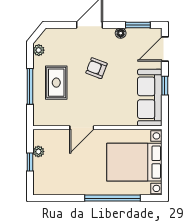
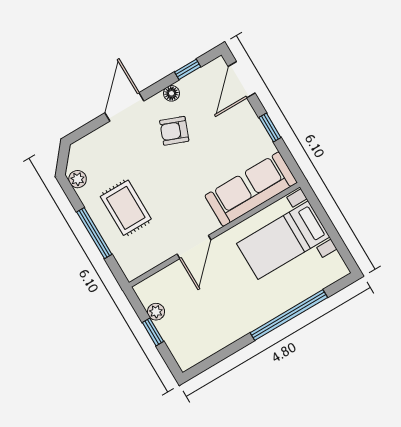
window: (138, 25) -> (188, 69), width x0.67
armchair: (96, 68) -> (174, 131), moved
sofa: (150, 98) -> (251, 189), moved, turned 90
bed with nightstands: (134, 162) -> (283, 240), width x0.73

